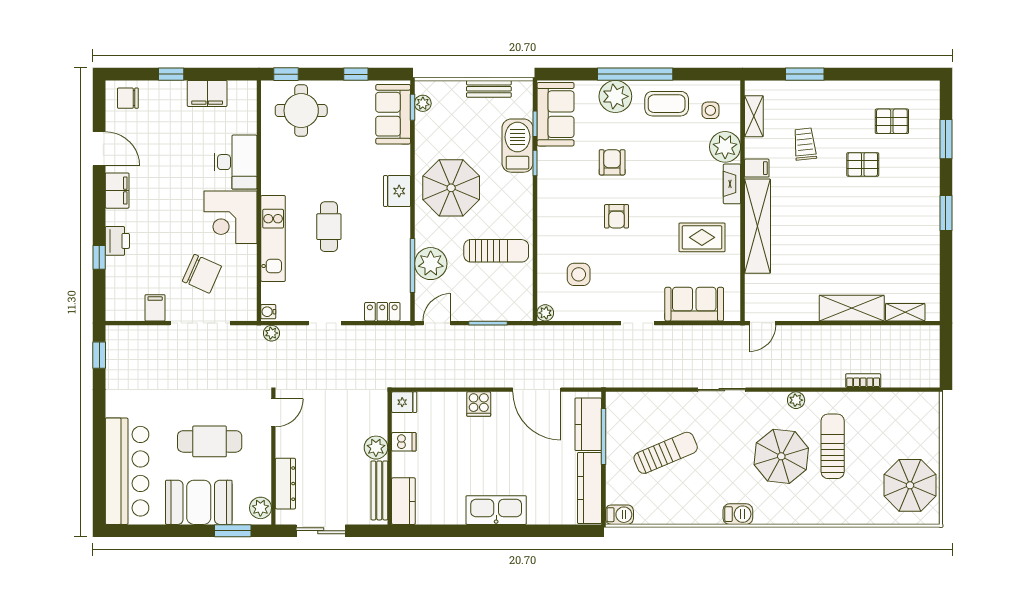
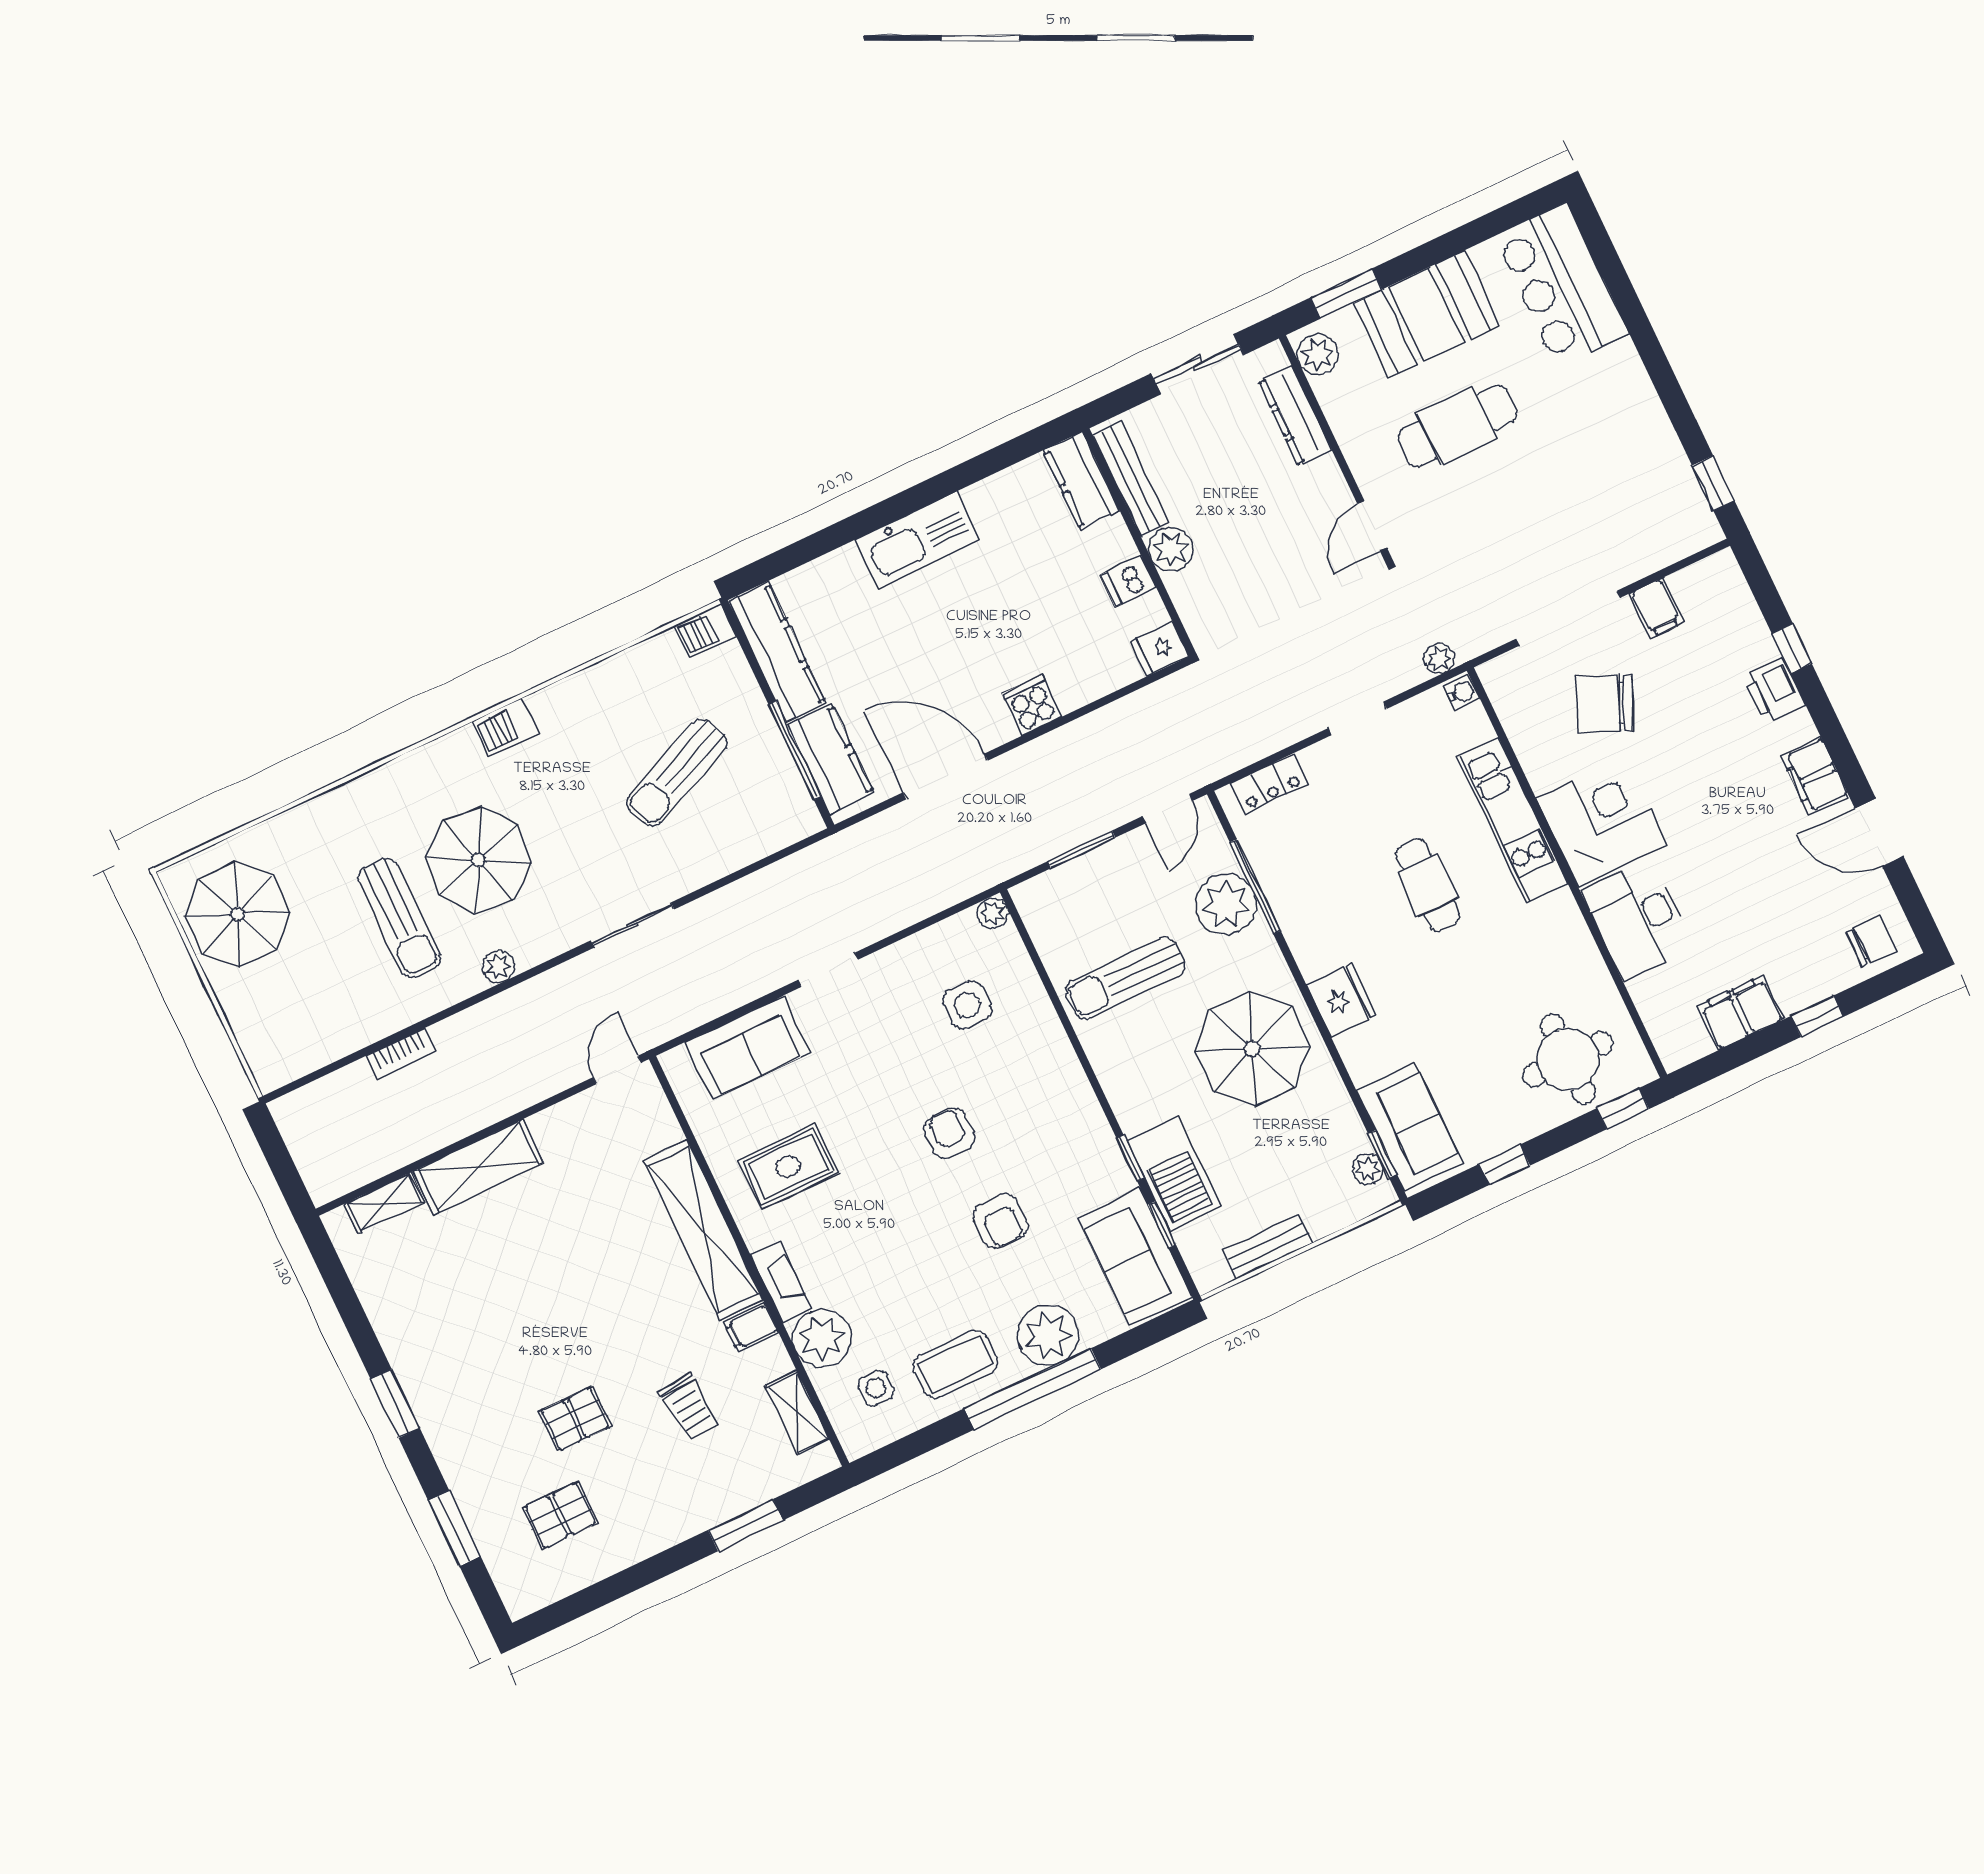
bar counter: (127, 471) -> (1561, 285), width x0.73

